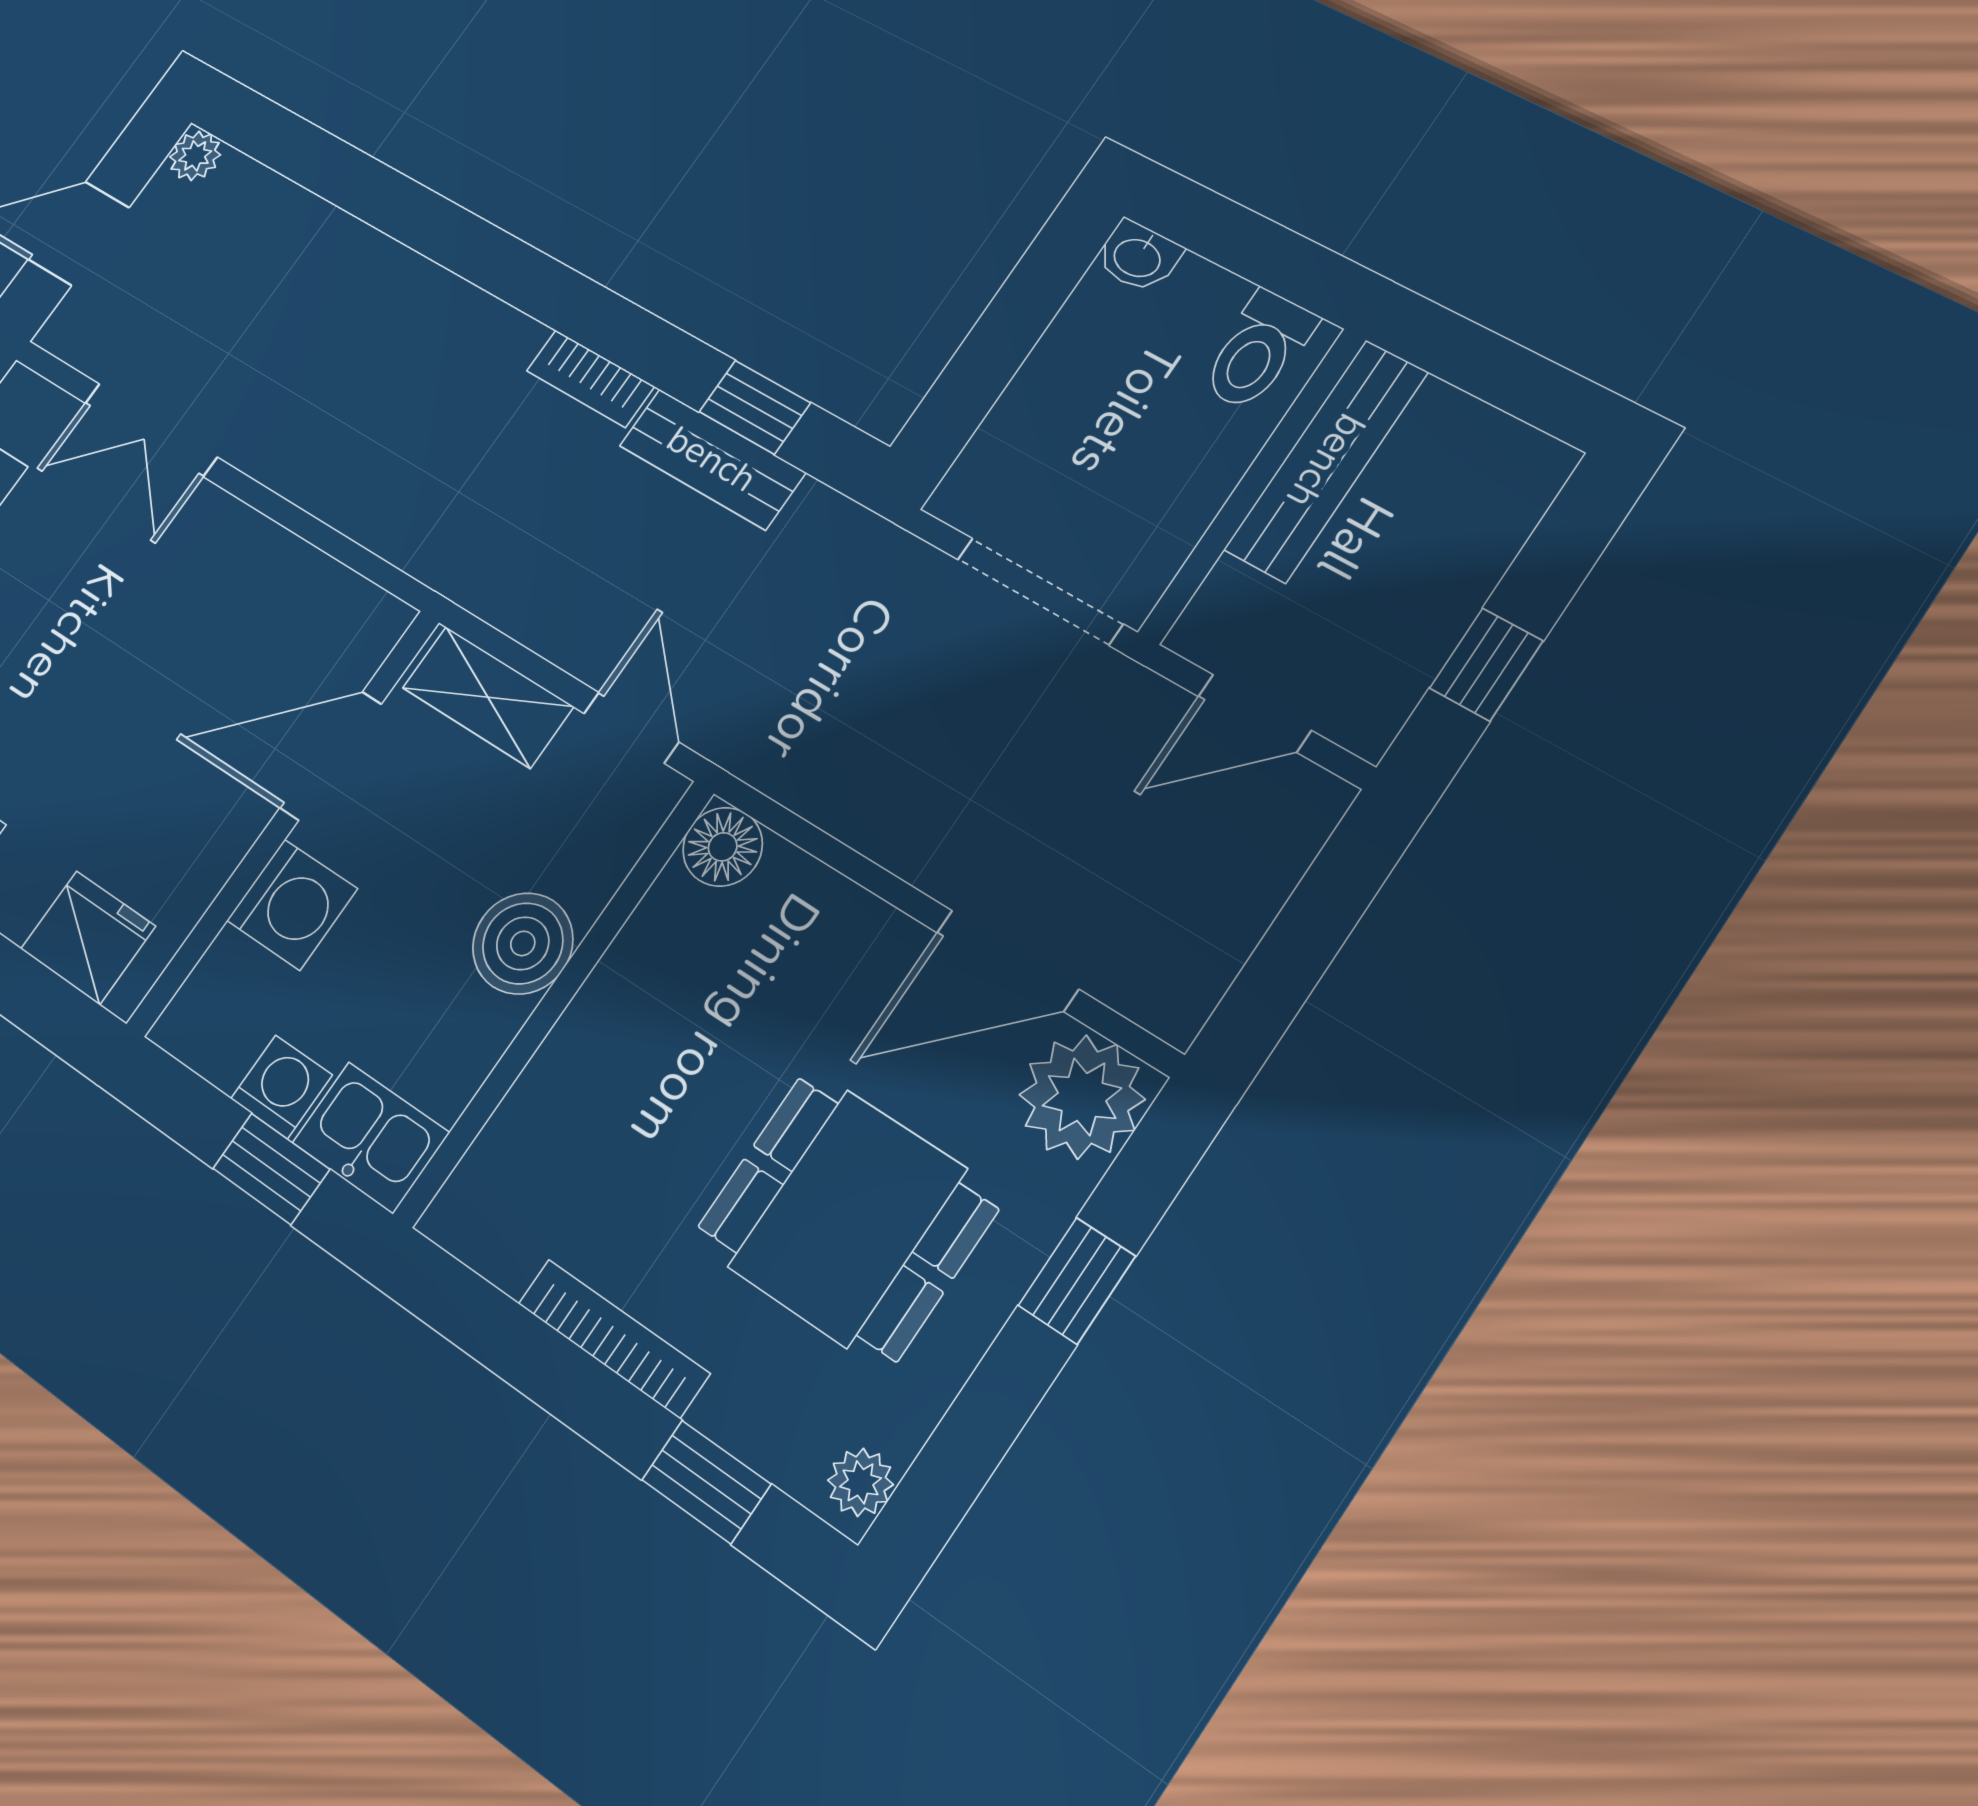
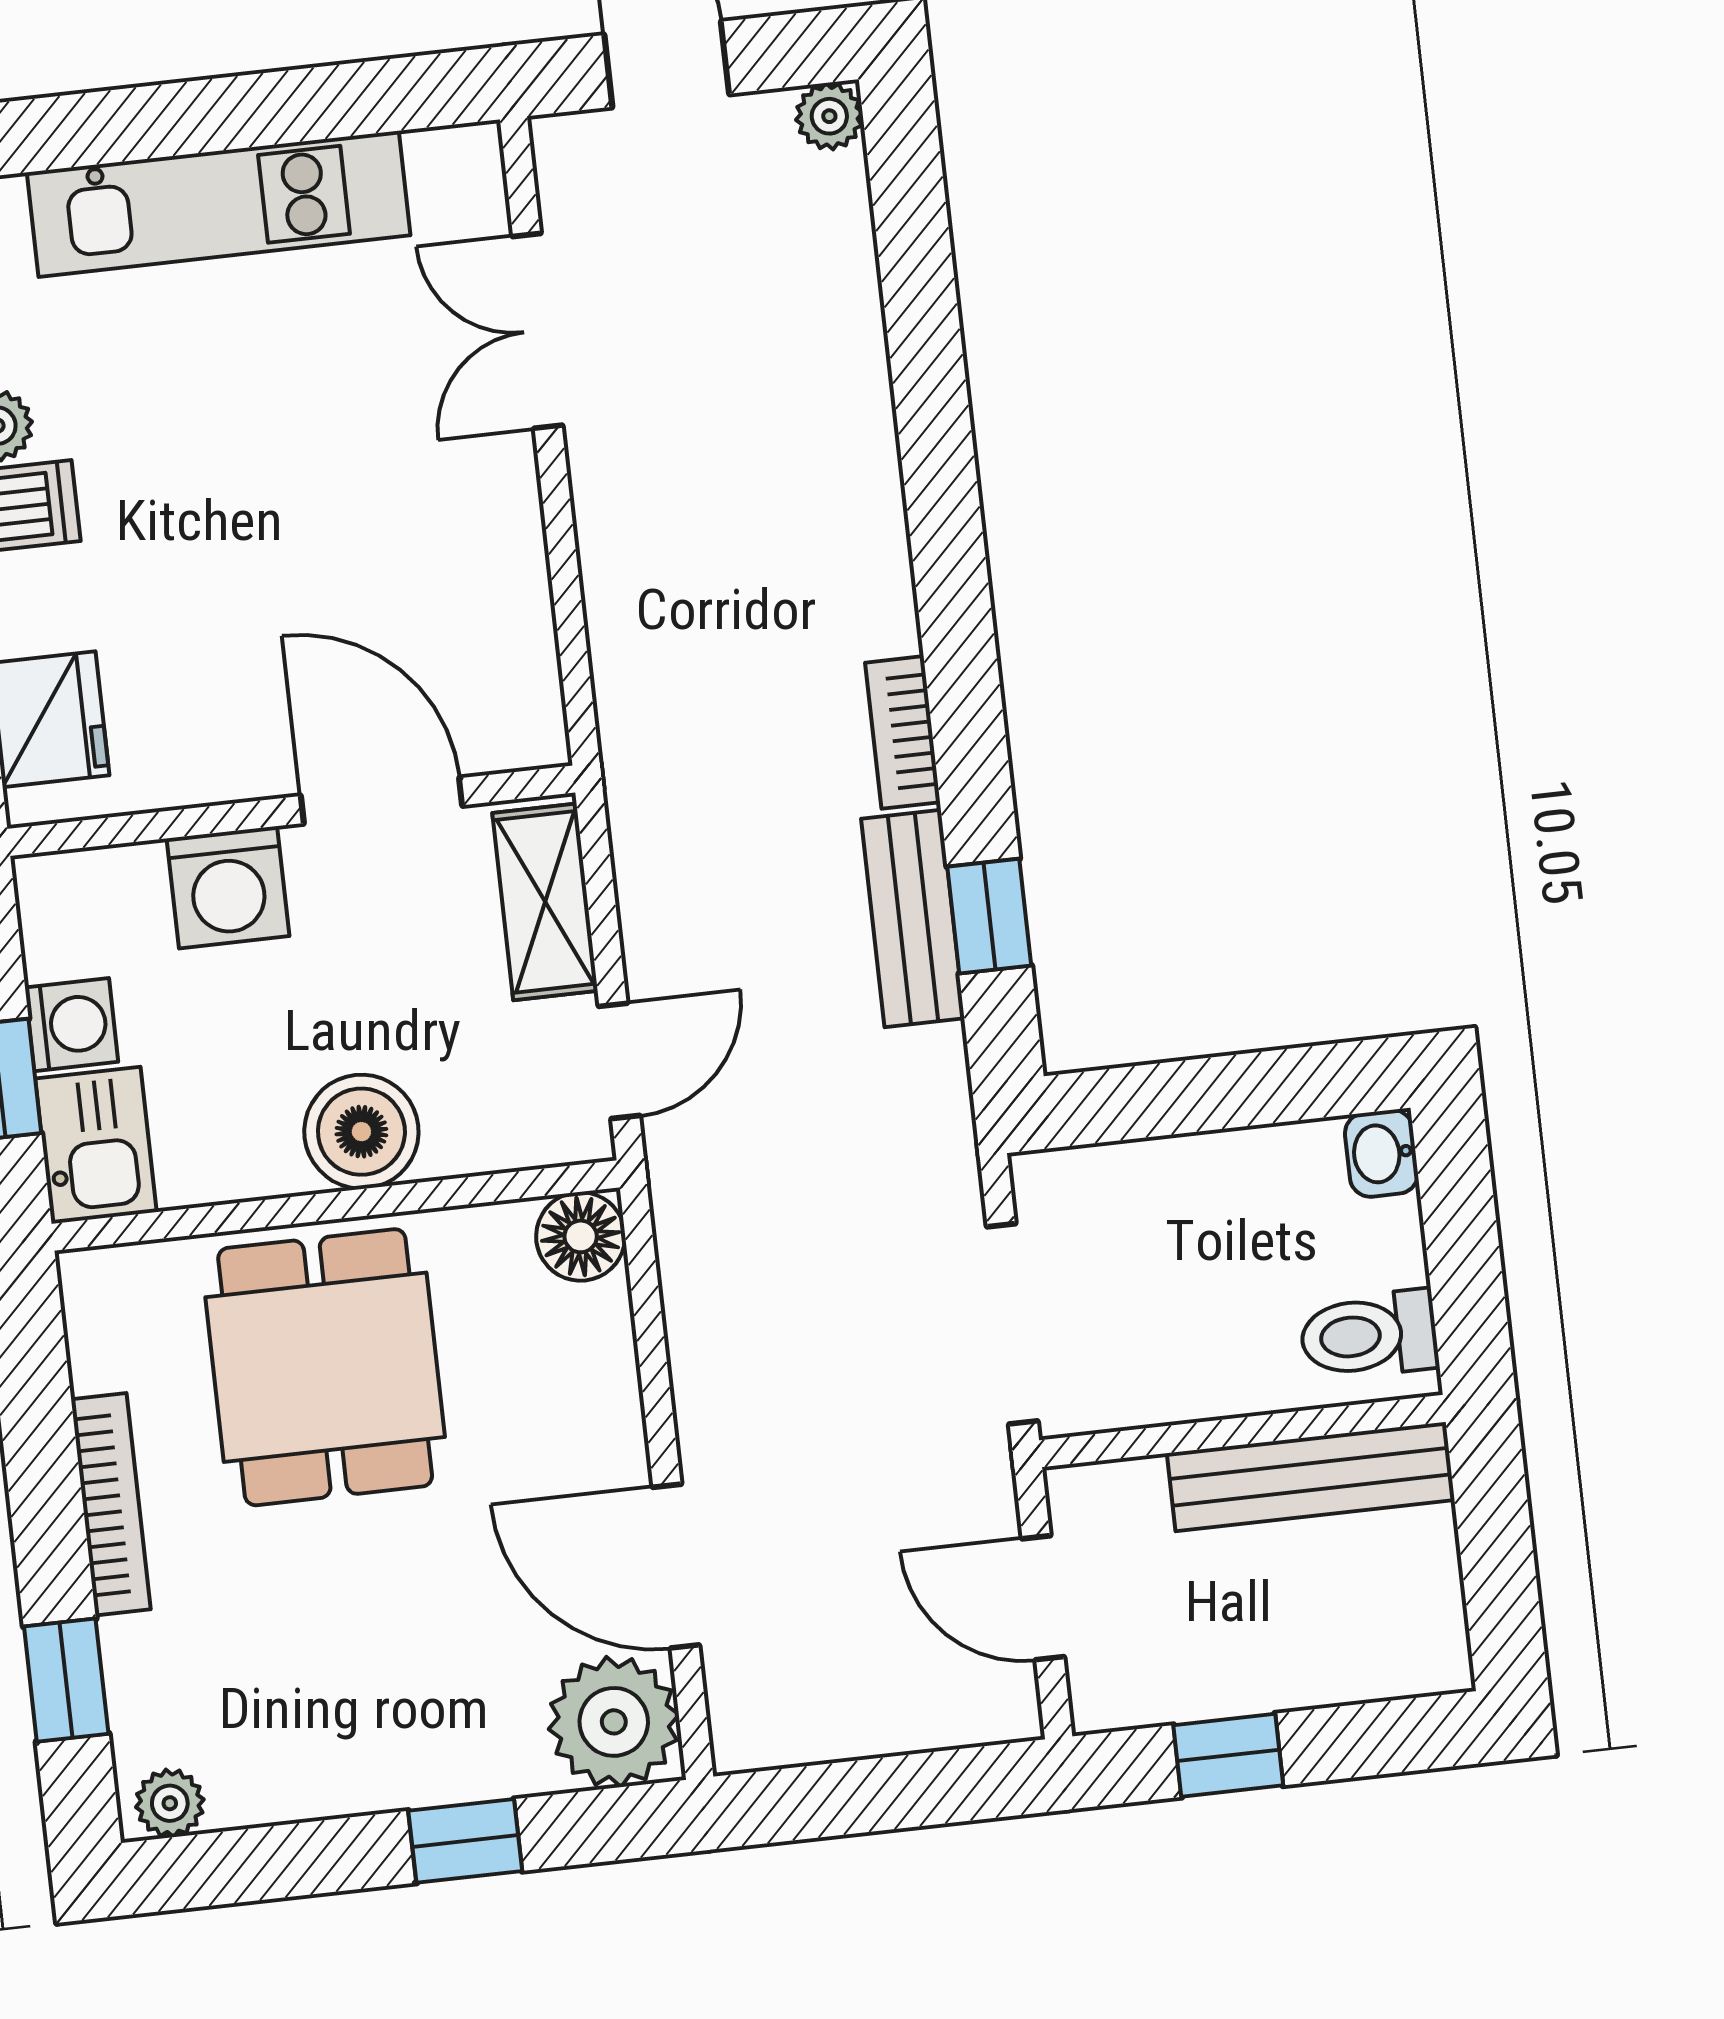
dining table: (847, 1218) -> (325, 1367), moved

